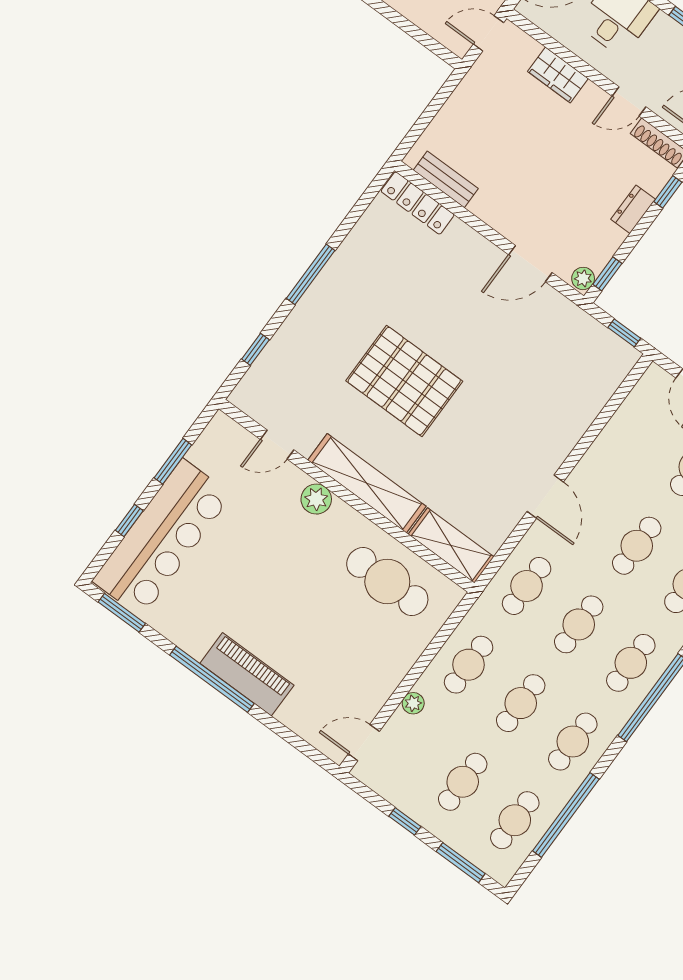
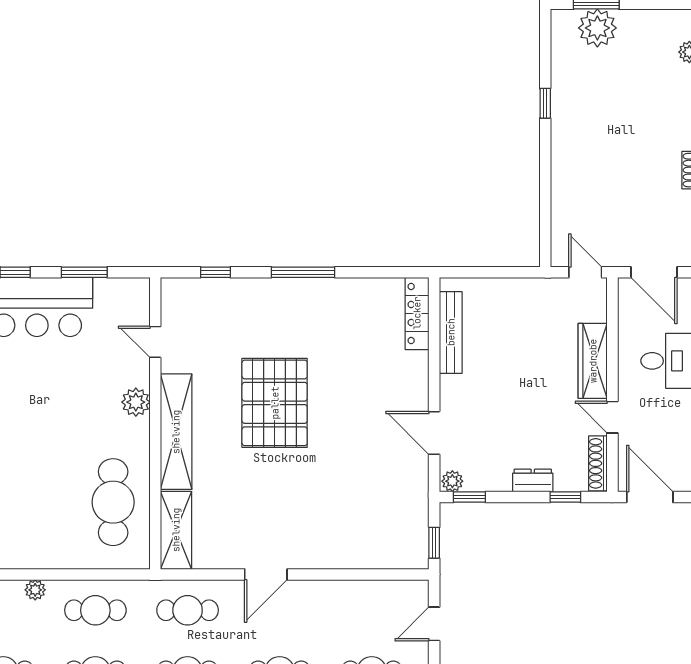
wardrobe: (558, 75) -> (593, 361), width x1.50
bench: (446, 179) -> (451, 332), width x1.36

